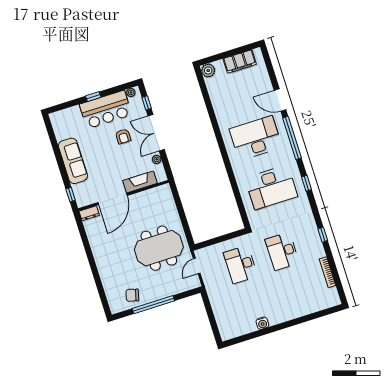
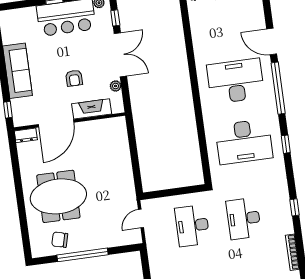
double door: (156, 133) -> (120, 55), swing flipped
armchair: (123, 136) -> (74, 78), moved
meeting table: (159, 248) -> (58, 196), moved

